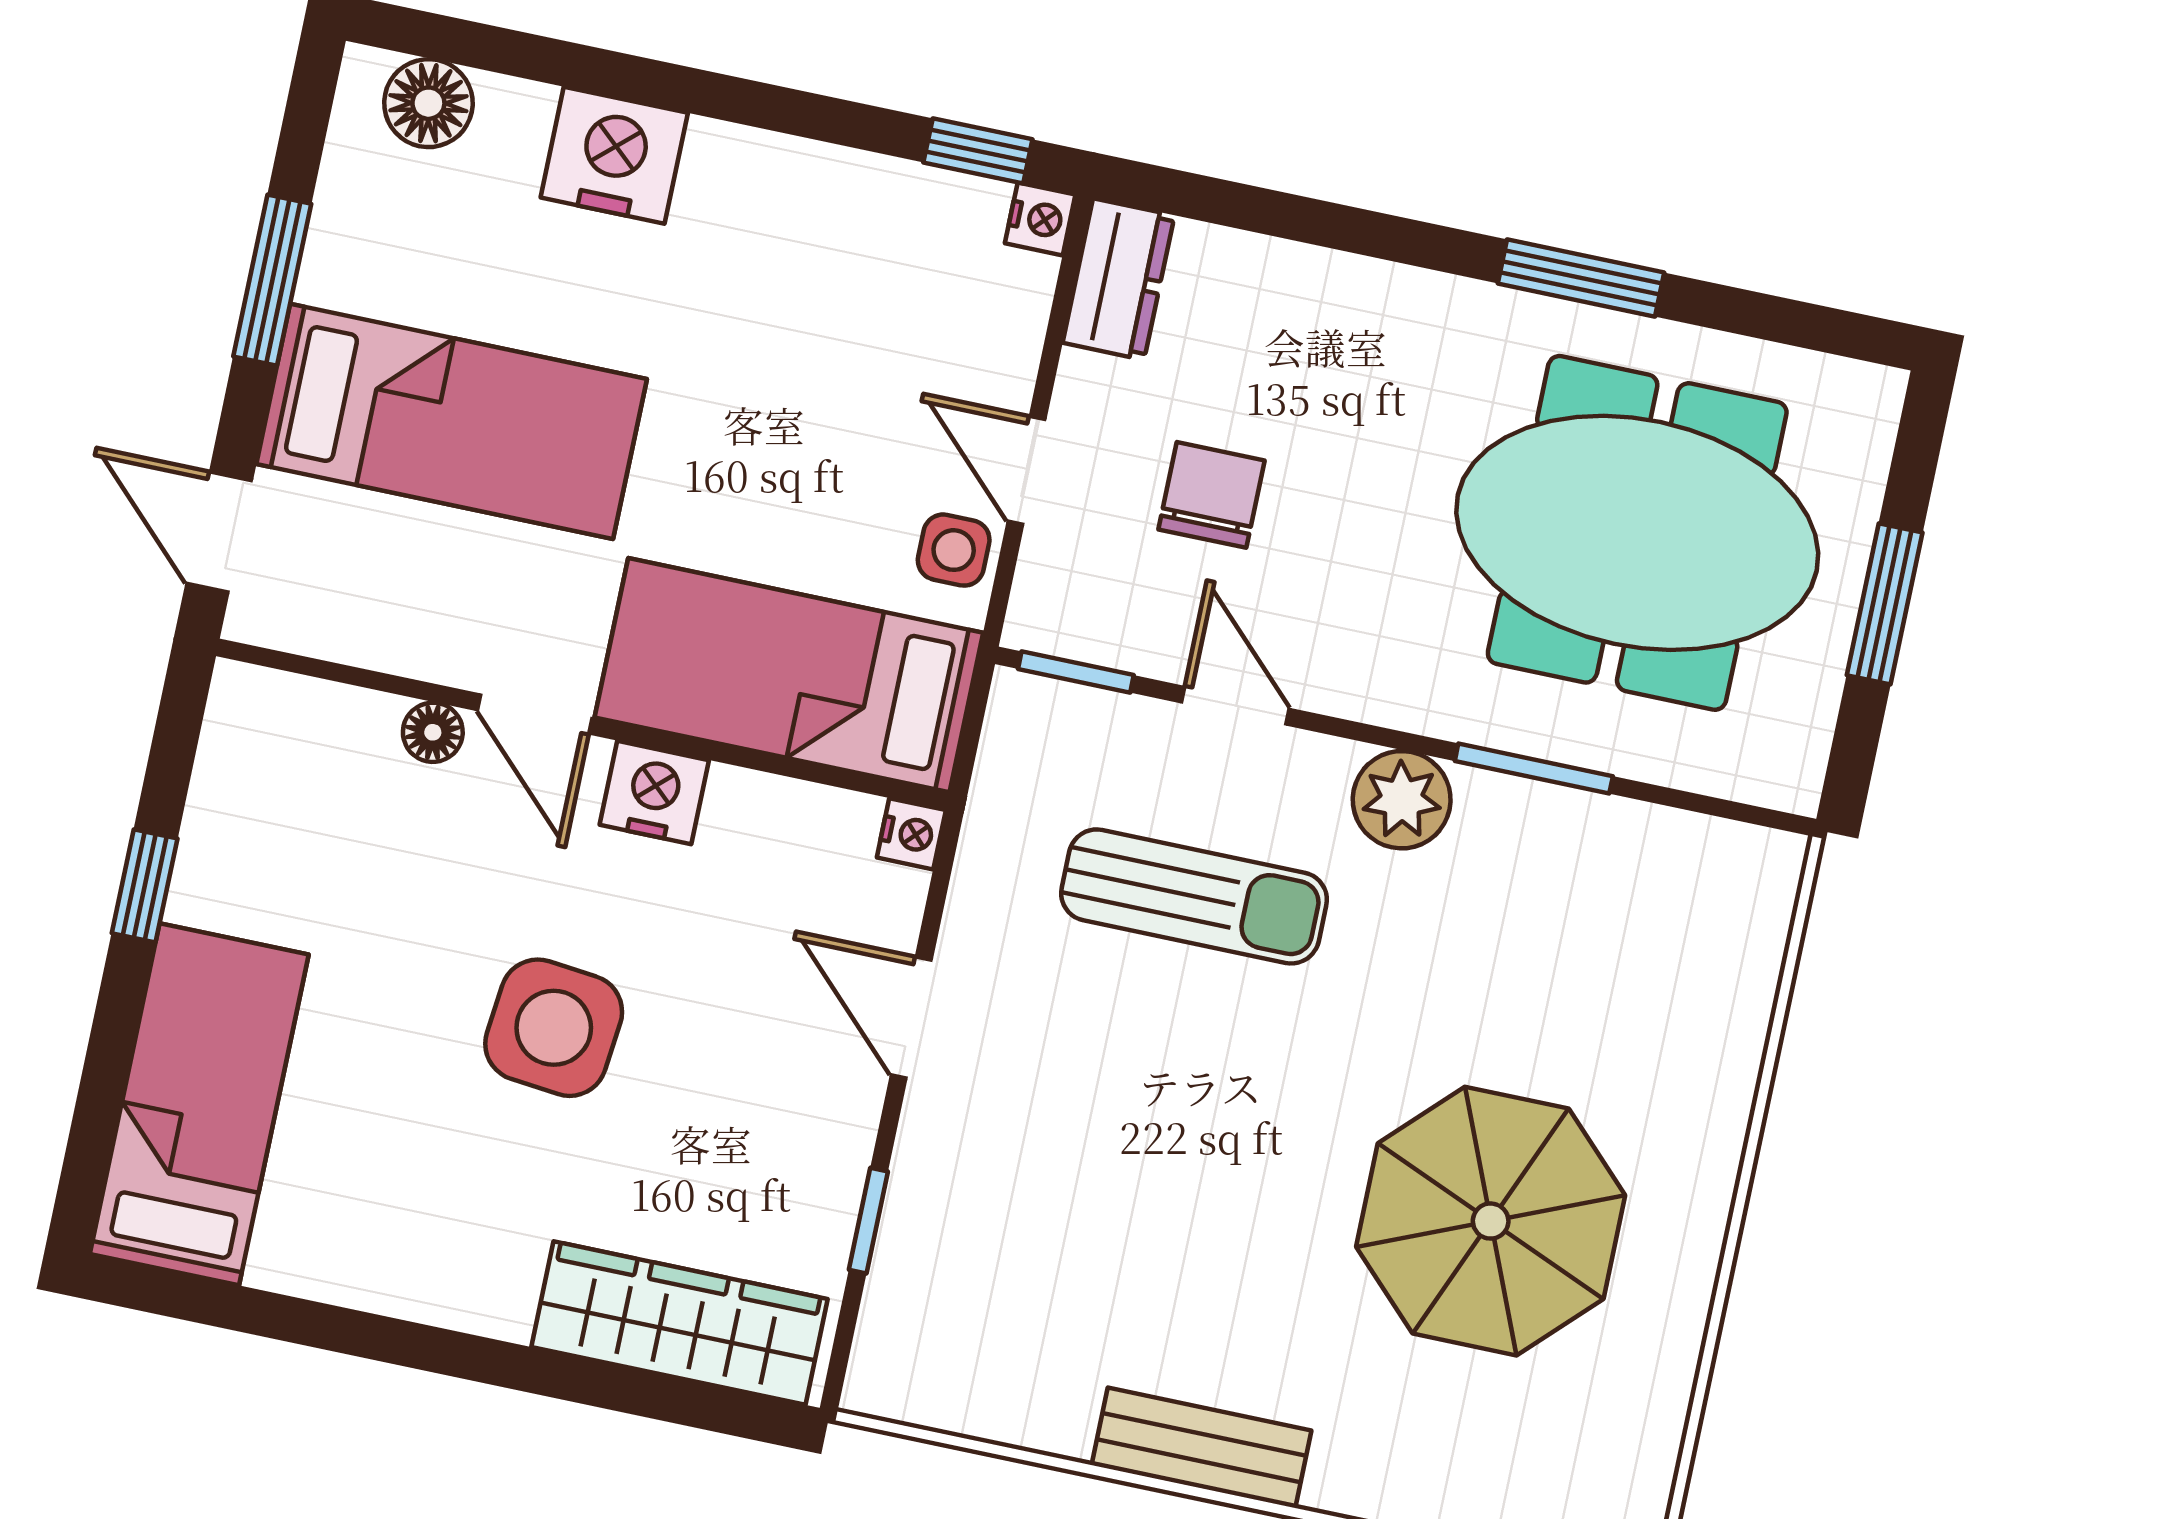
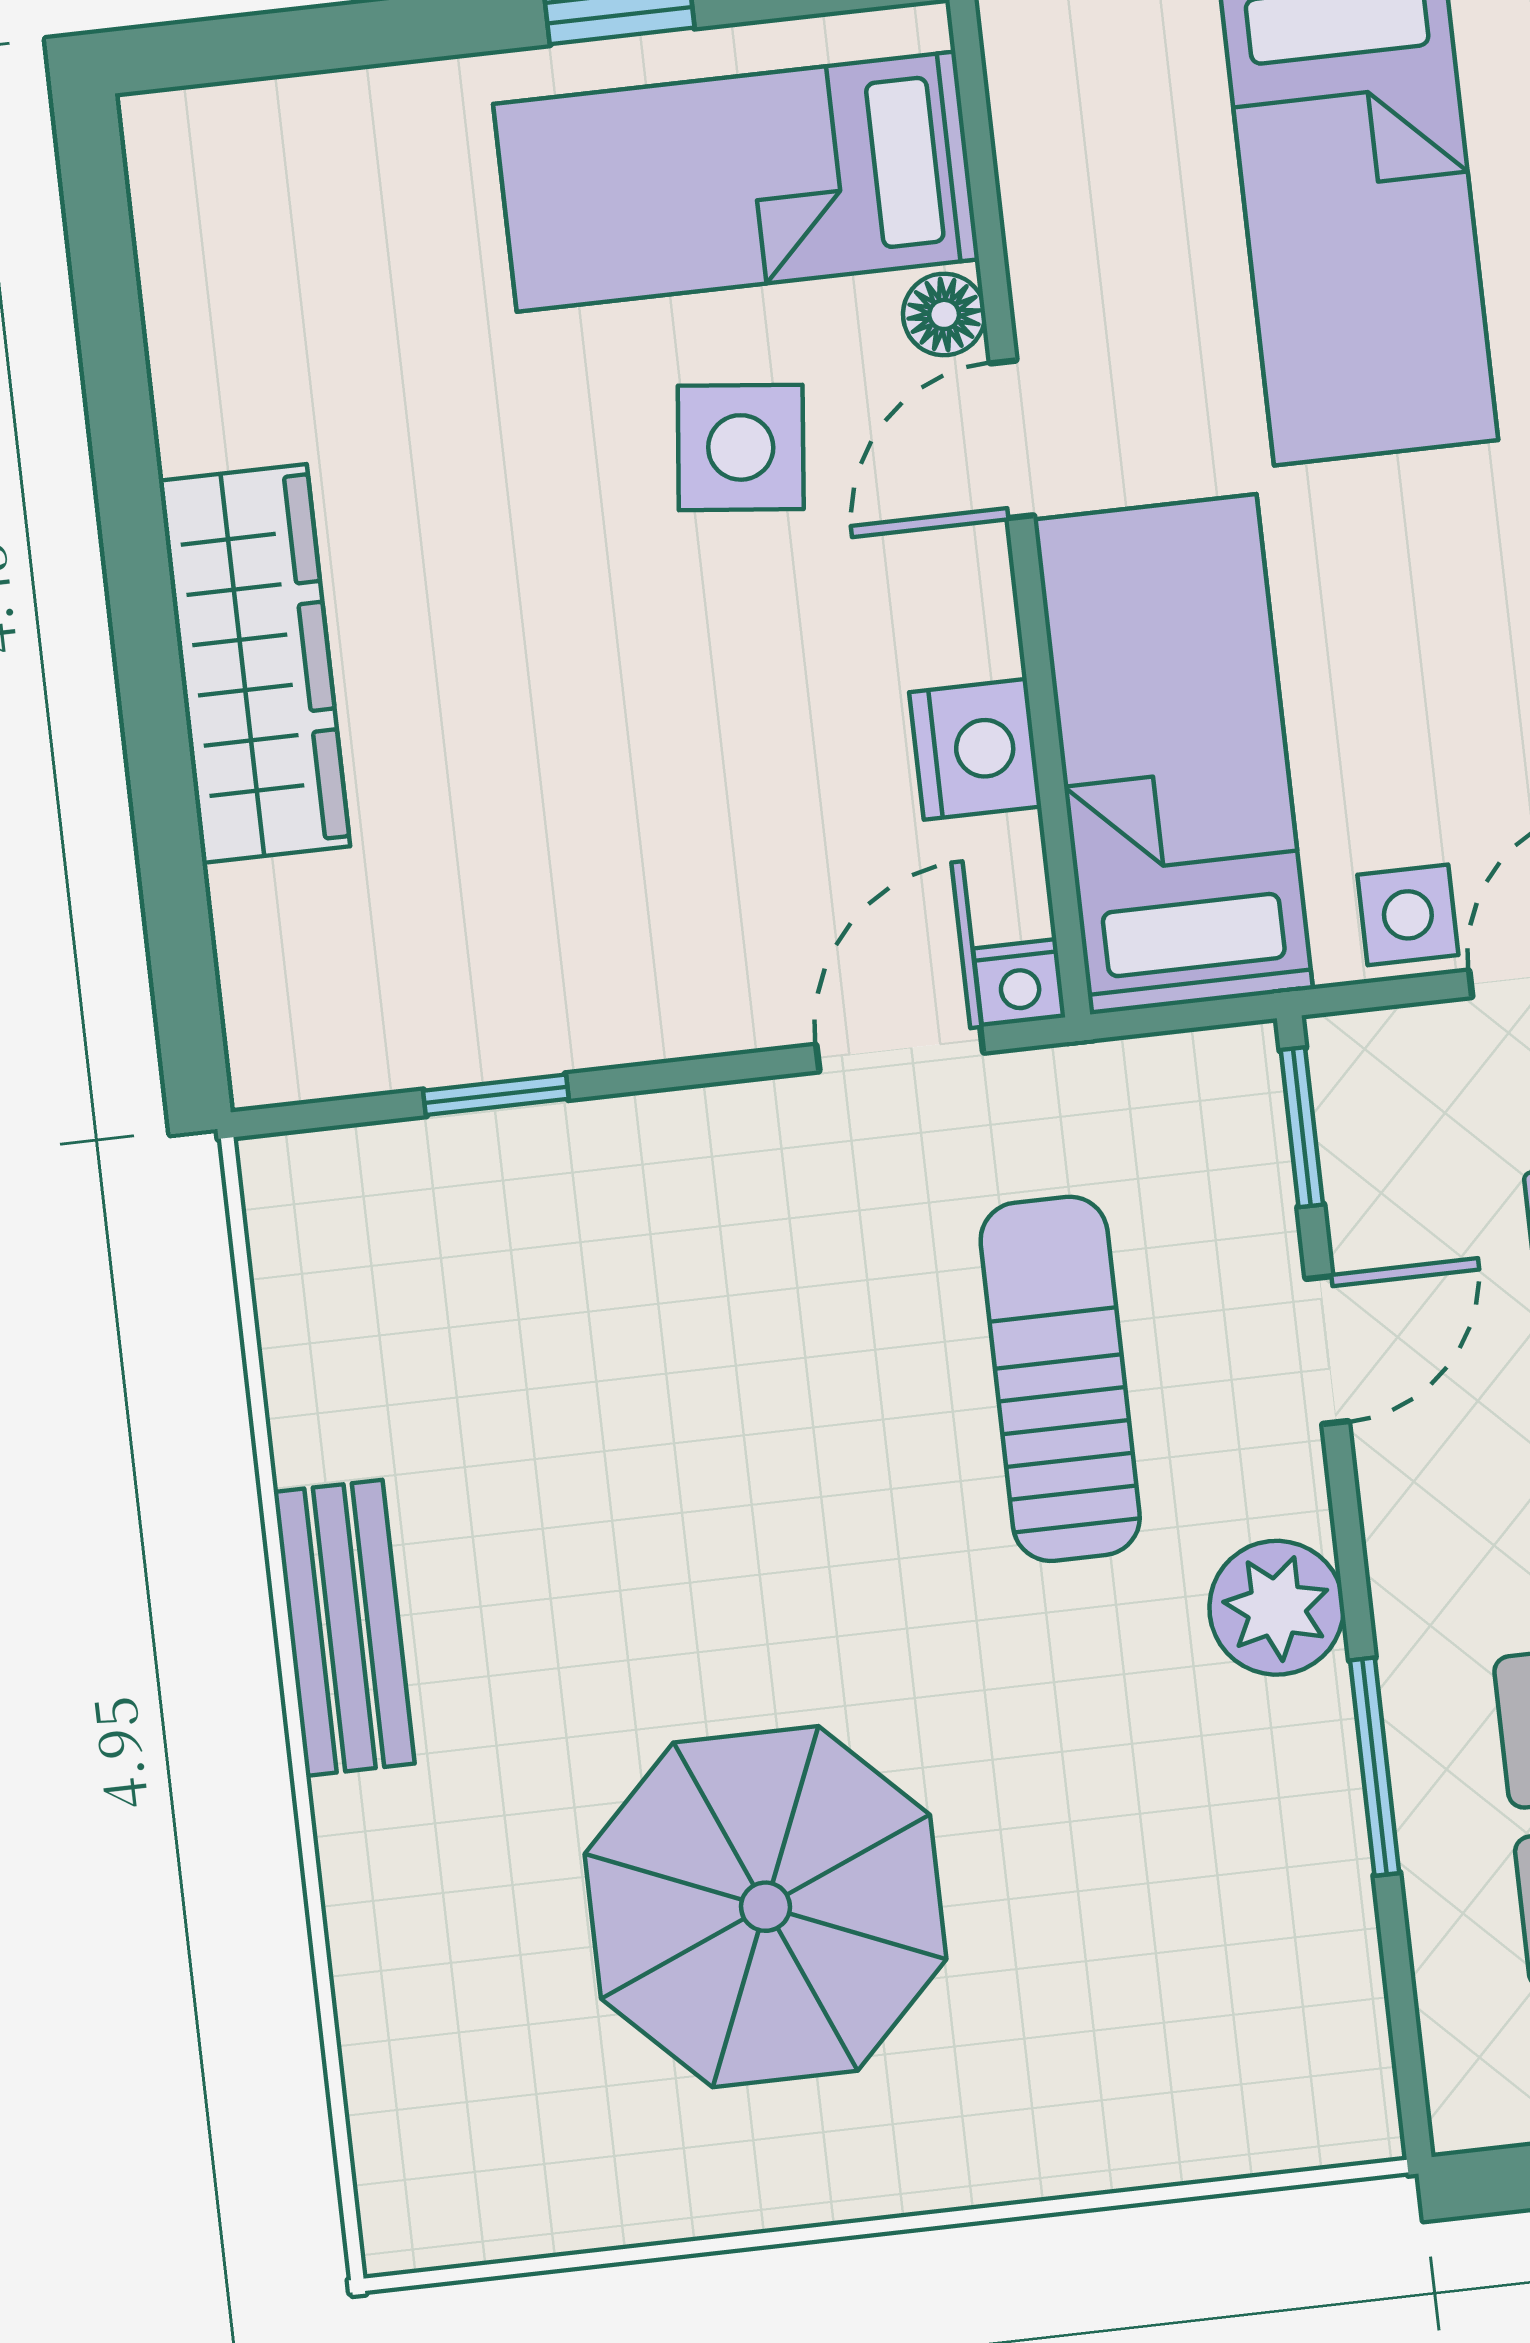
nightstand: (654, 792) -> (975, 749), moved
sun lounger: (1194, 896) -> (1060, 1379), turned 180
door: (911, 1018) -> (900, 1049), moved
side table: (554, 1028) -> (741, 447), moved, width x0.73, depth x0.73
bed: (199, 1104) -> (736, 182), moved, turned 180
wardrobe: (679, 1323) -> (254, 663), moved

